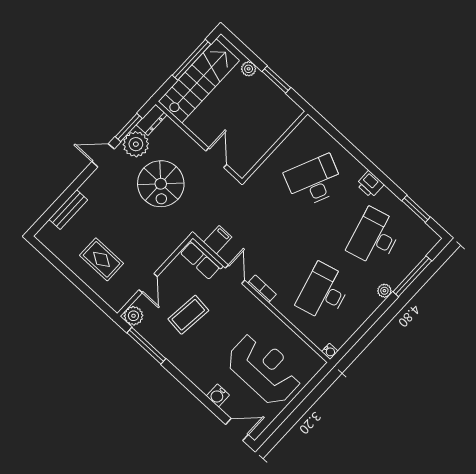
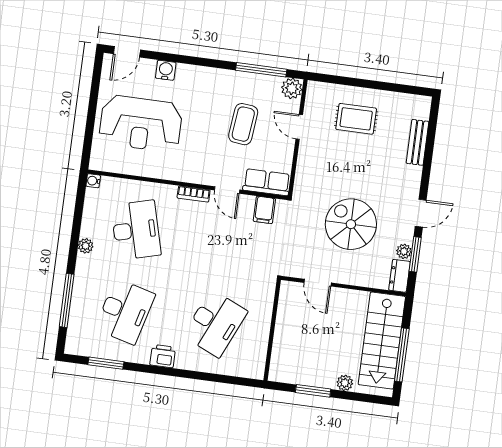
plant: (136, 144) -> (404, 251), width x0.53, depth x0.53
desk: (375, 237) -> (125, 312), turned 30
plant: (384, 291) -> (86, 246), moved

